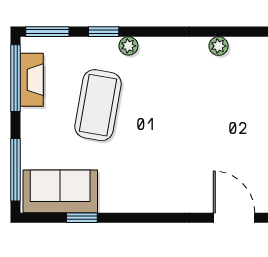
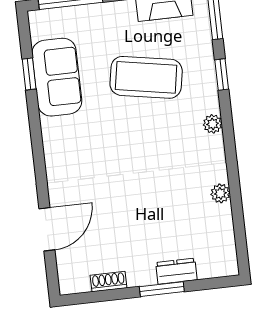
plant: (128, 46) -> (213, 124), moved
sofa: (60, 191) -> (57, 77), moved

